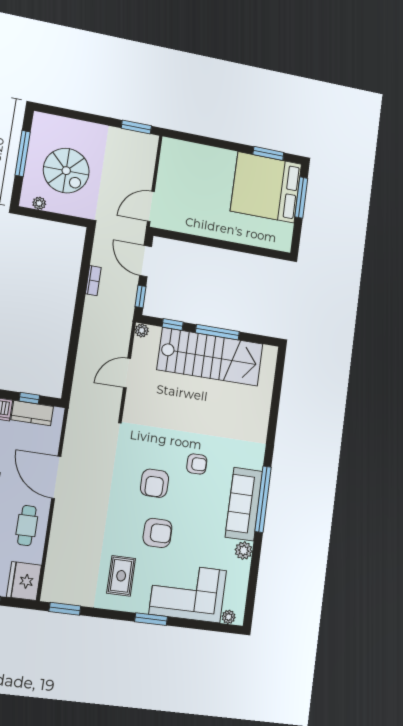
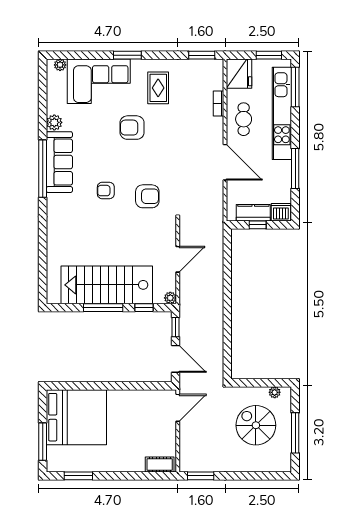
cot: (179, 148) -> (160, 464), added
bed: (266, 187) -> (76, 417), moved
bookcase: (93, 281) -> (218, 104), moved
armchair: (155, 483) -> (147, 196), moved, turned 90

